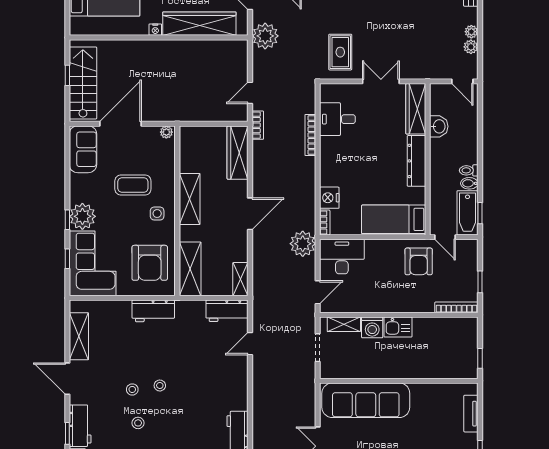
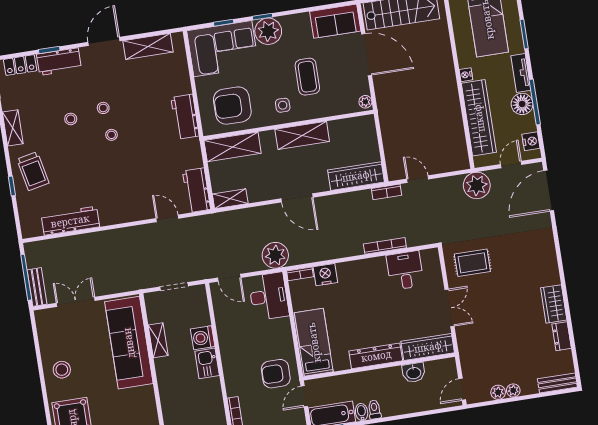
shelving: (344, 324) -> (158, 340), moved

